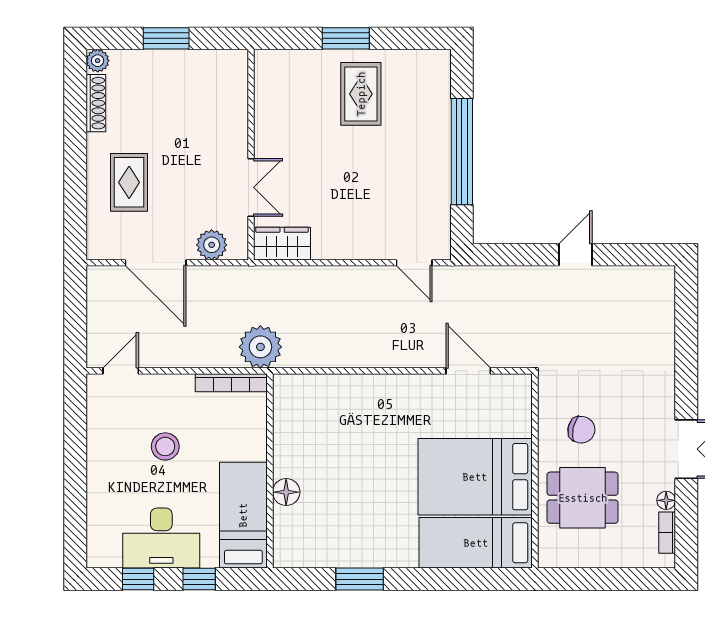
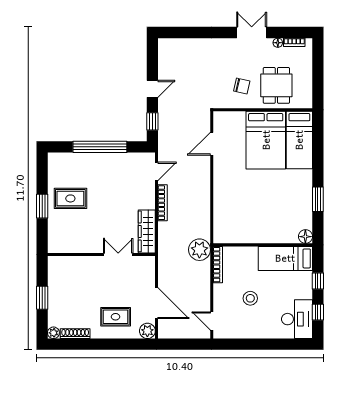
wardrobe: (282, 244) -> (147, 231), width x1.50
plant: (212, 245) -> (147, 331), moved
window: (512, 255) -> (152, 121), added
door: (576, 255) -> (152, 89), swing flipped
door: (156, 263) -> (157, 303), hinge flipped
bookcase: (353, 274) -> (163, 203), added
chair: (581, 430) -> (242, 86), turned 91
floor lamp: (286, 492) -> (305, 237), moved
desk: (161, 538) -> (297, 319), moved

